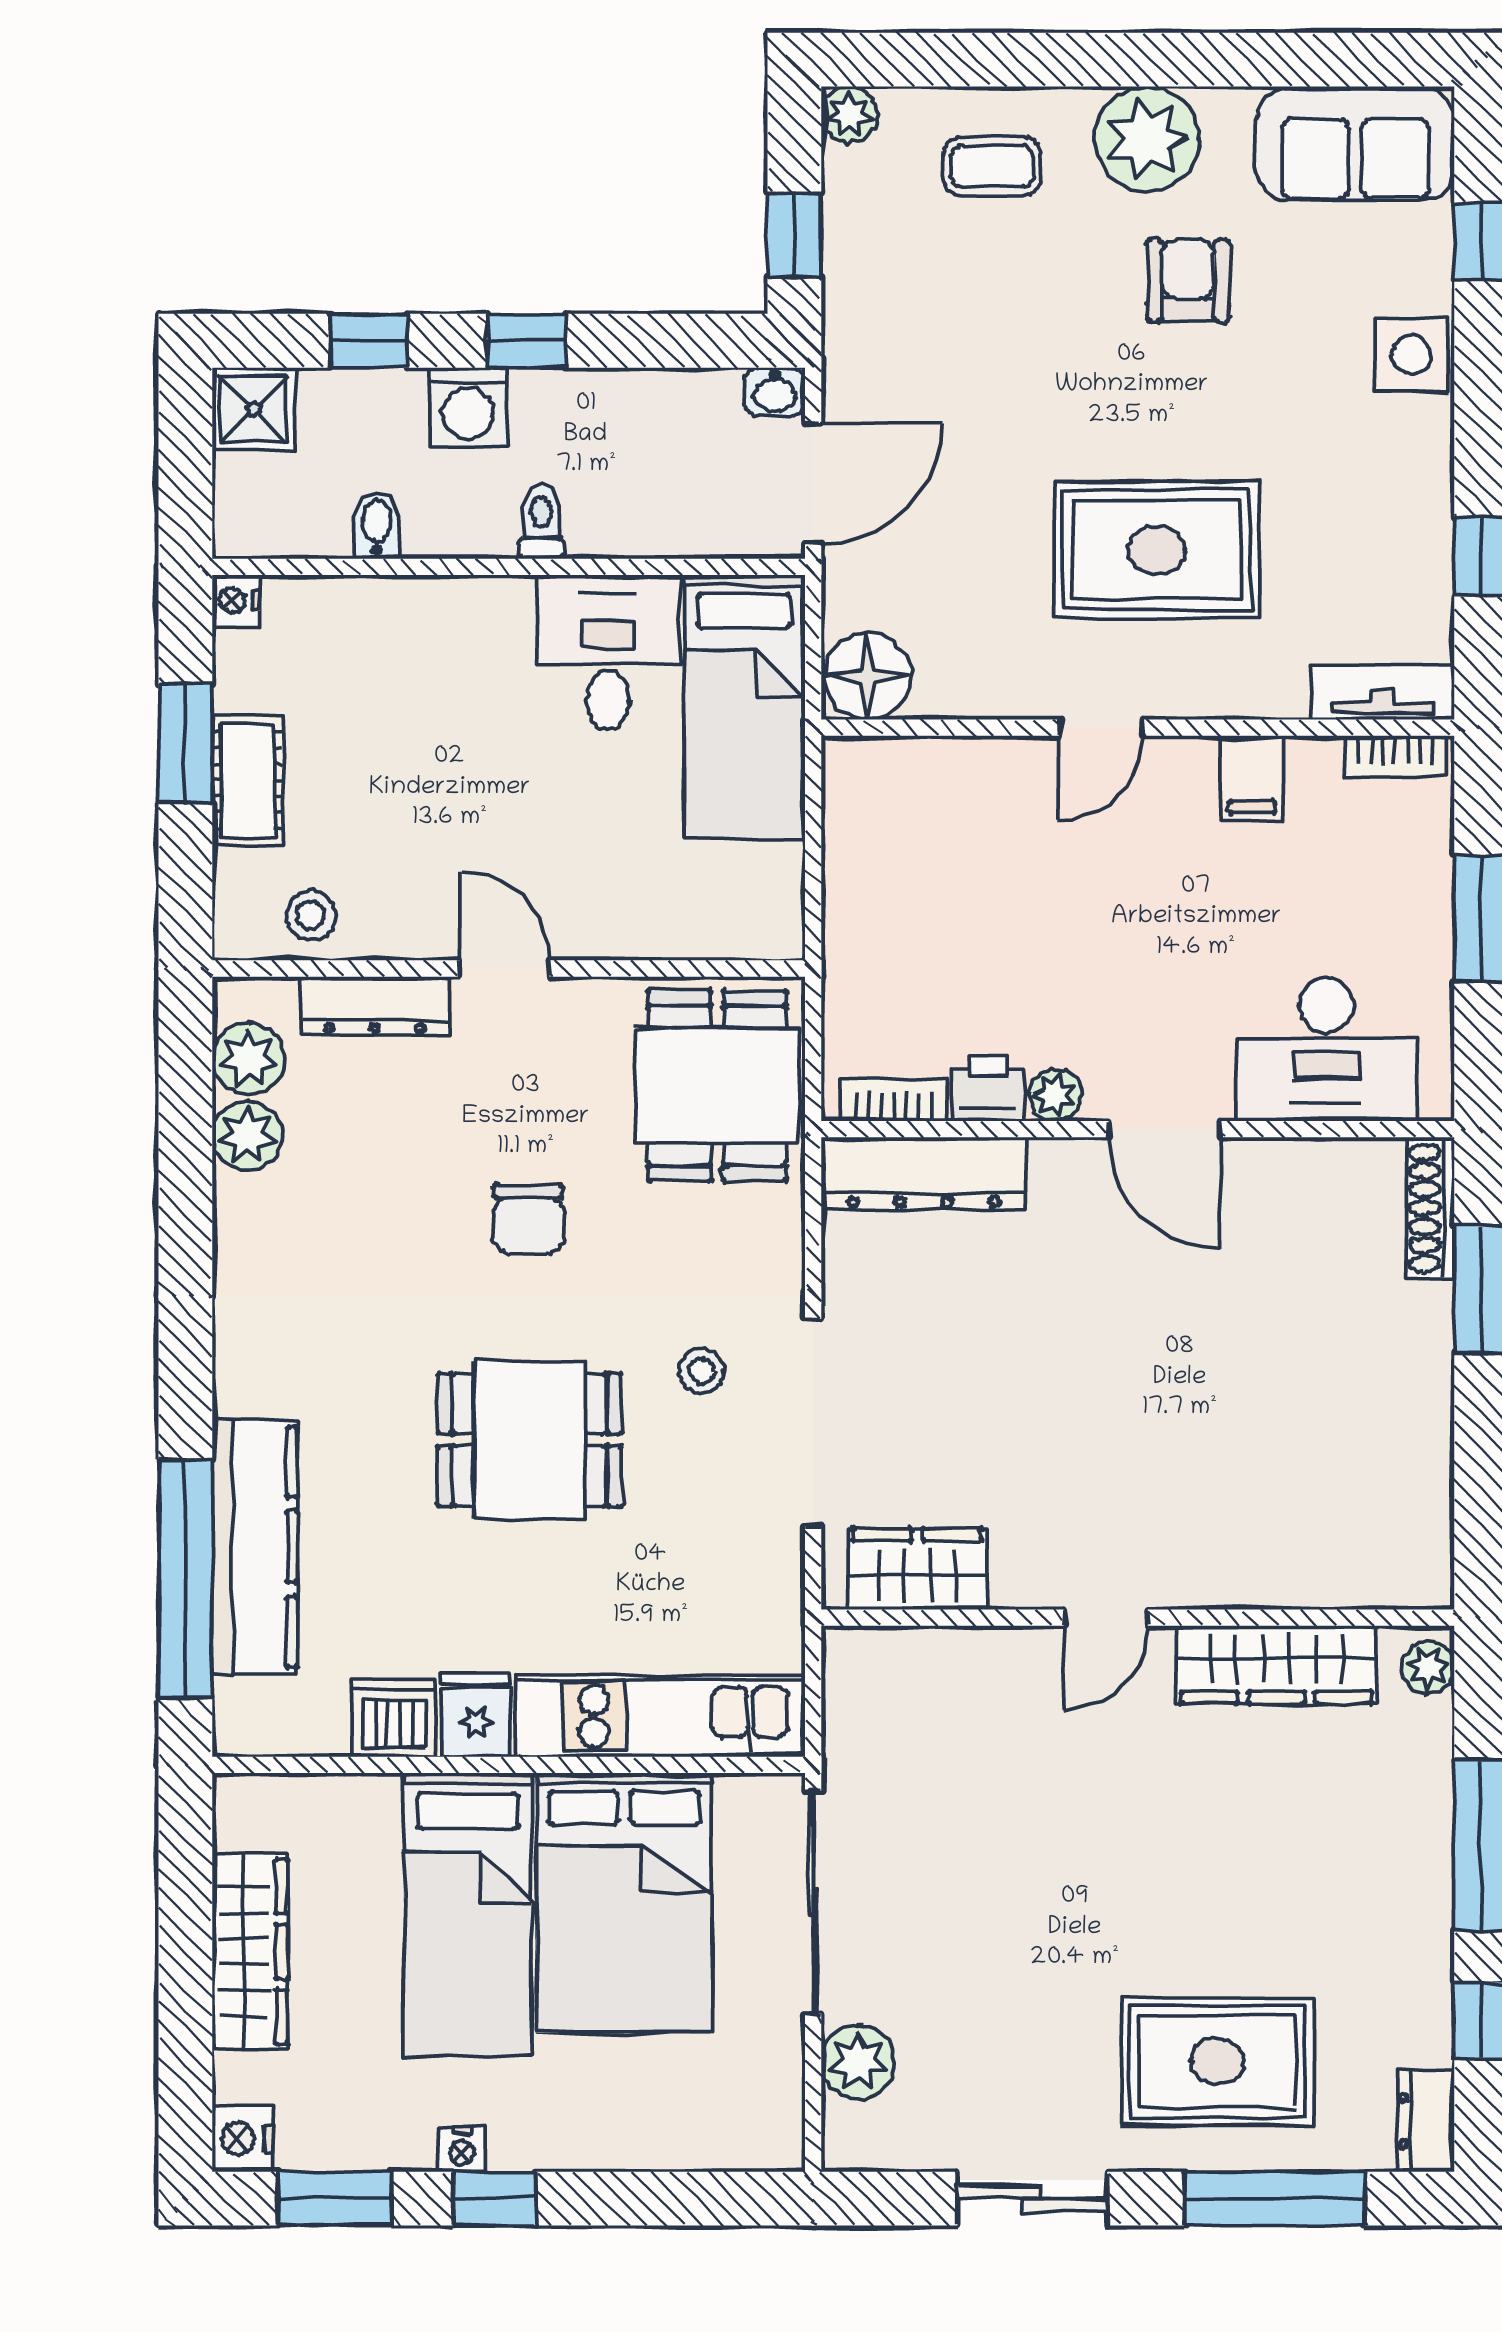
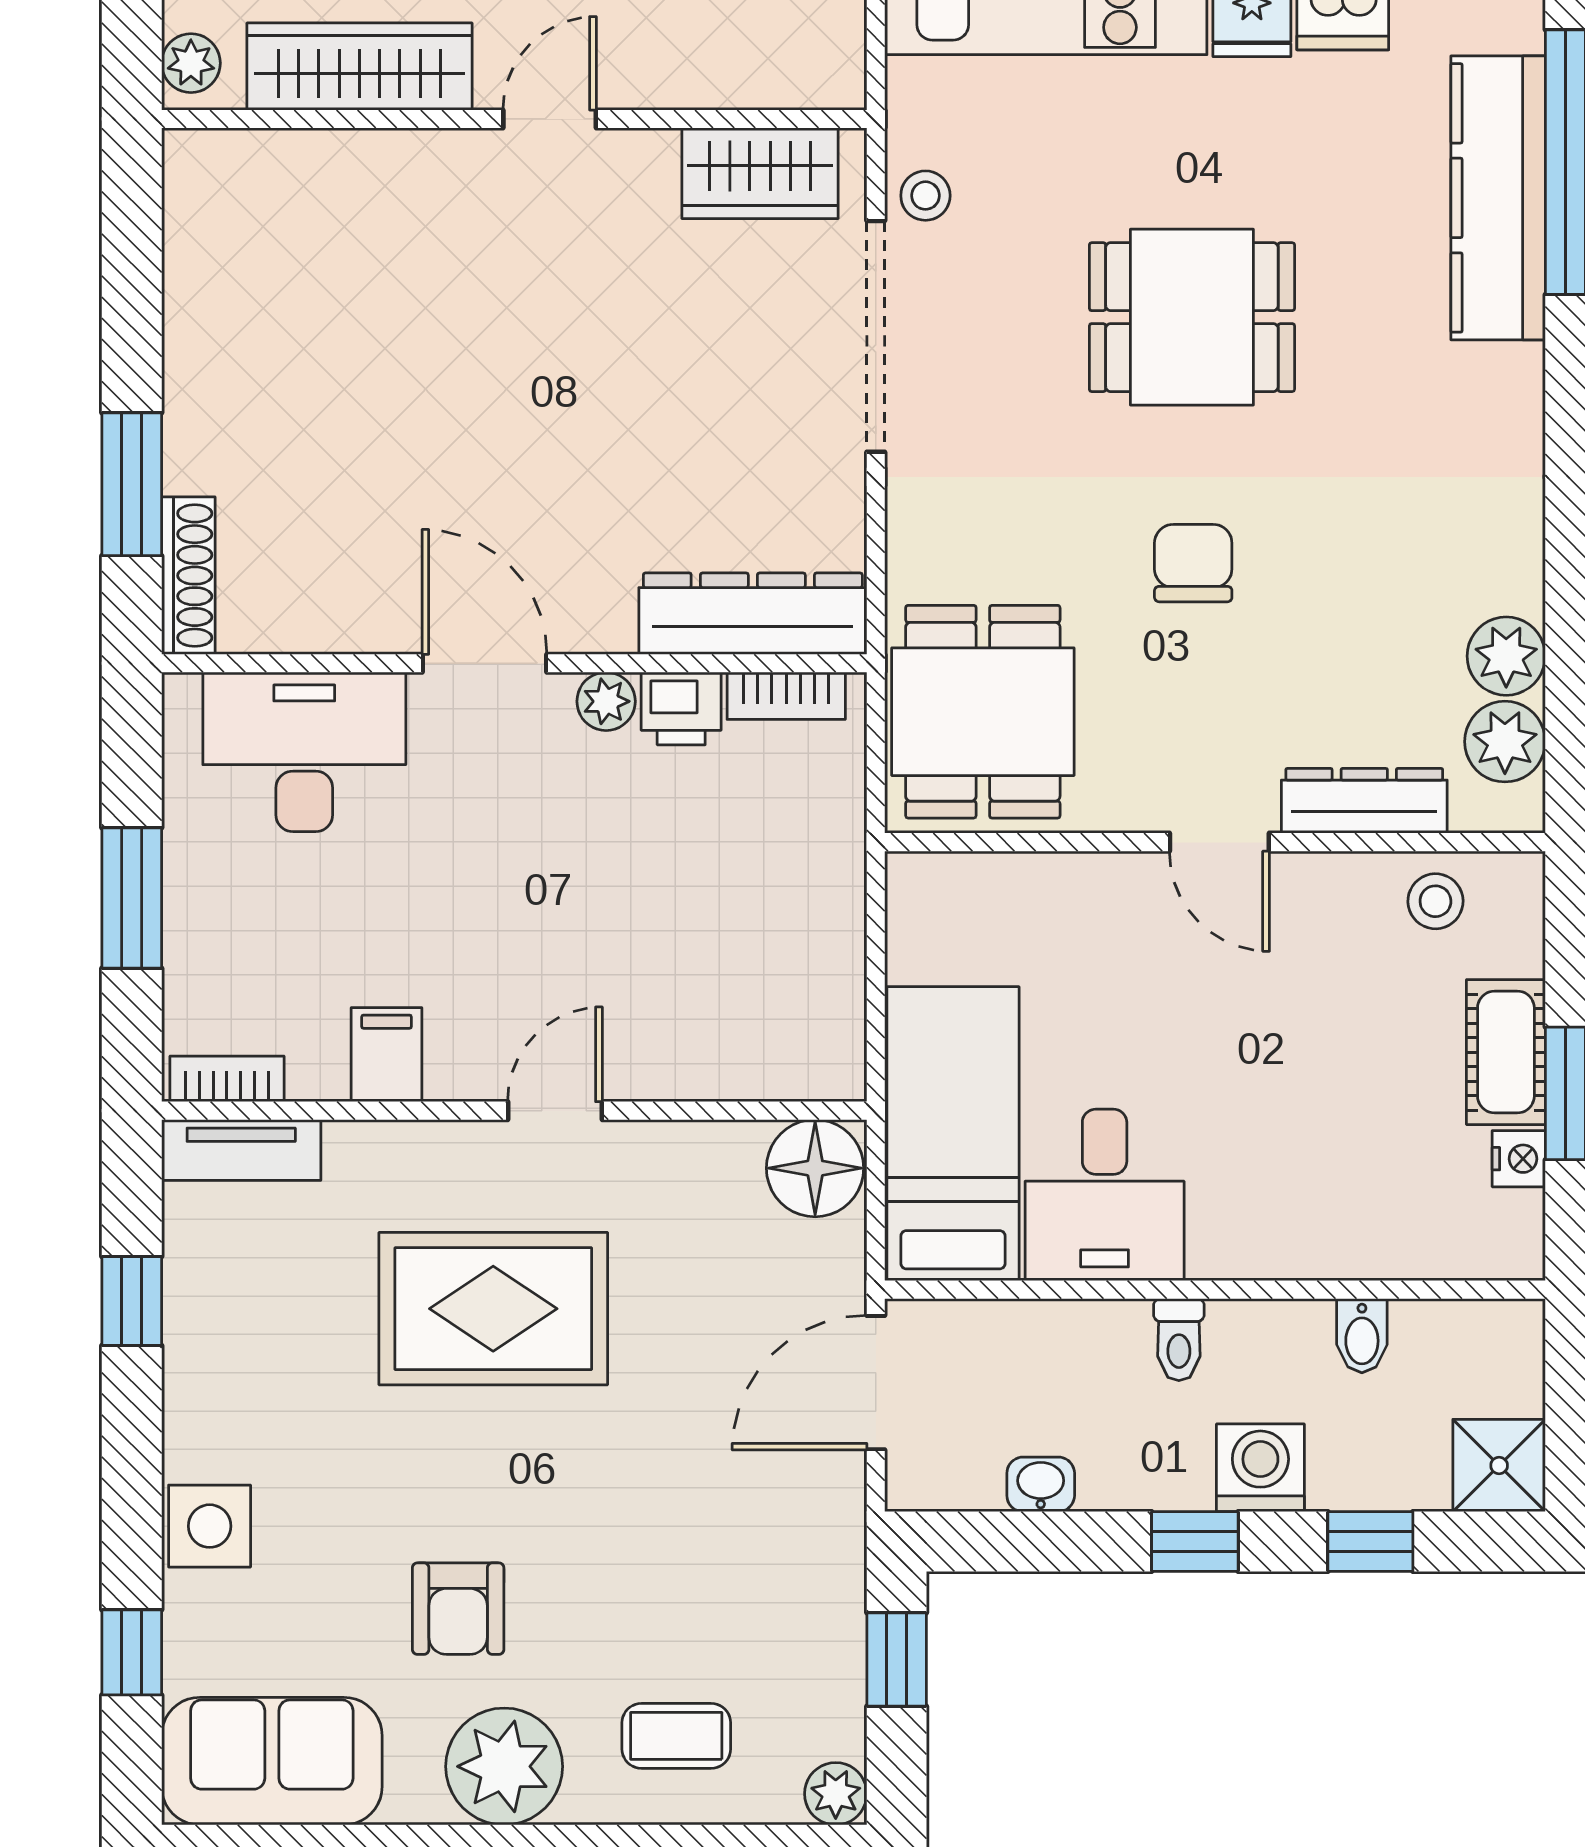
washbasin: (775, 392) -> (1041, 1484), moved
nightstand: (236, 600) -> (1519, 1159), moved
stool: (702, 1371) -> (925, 196), moved

